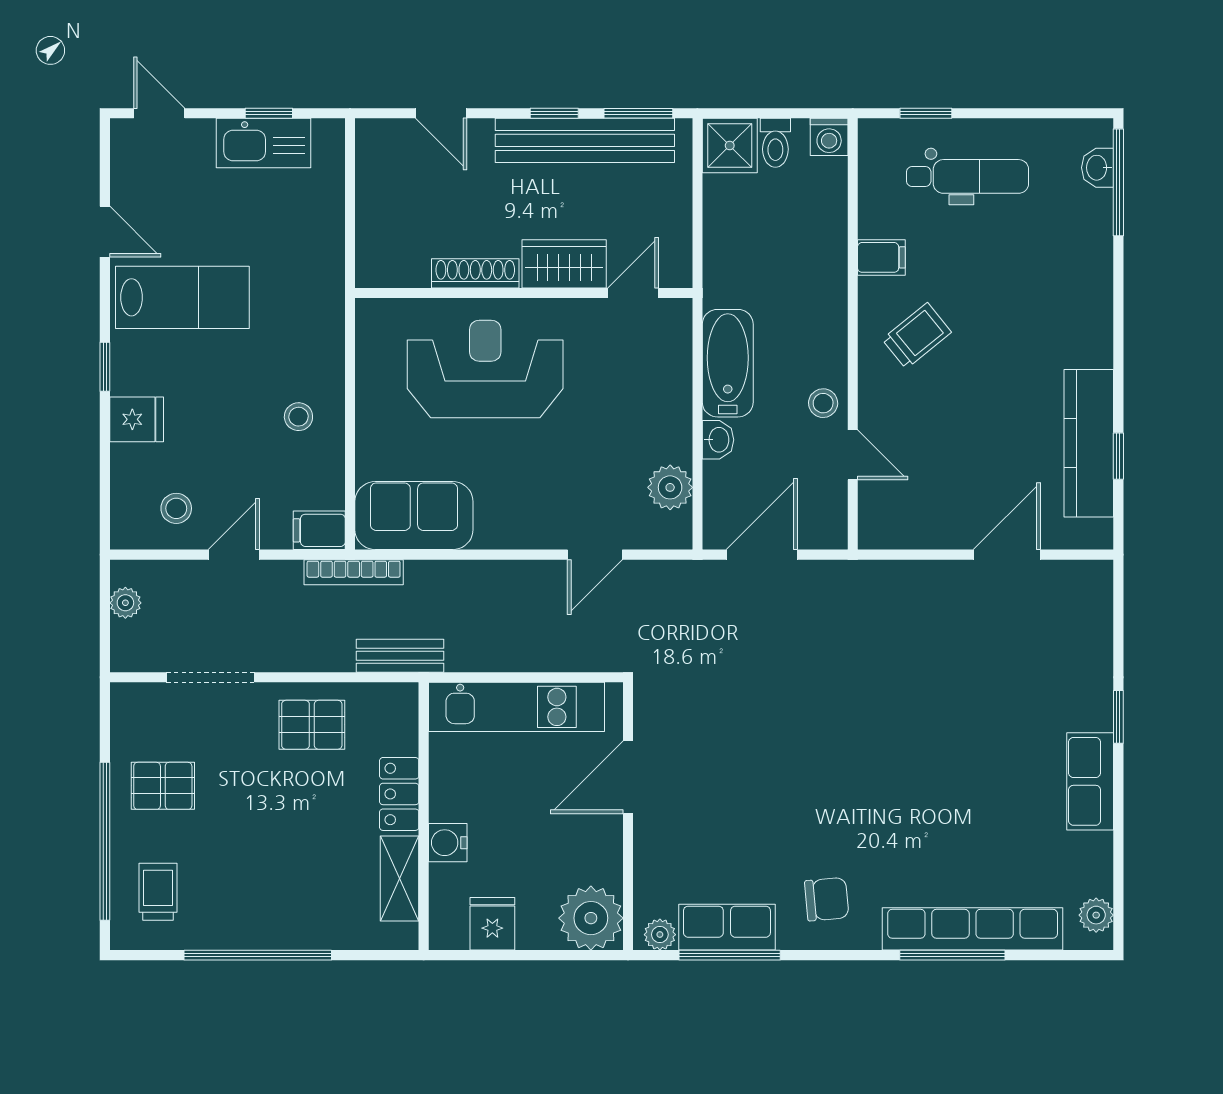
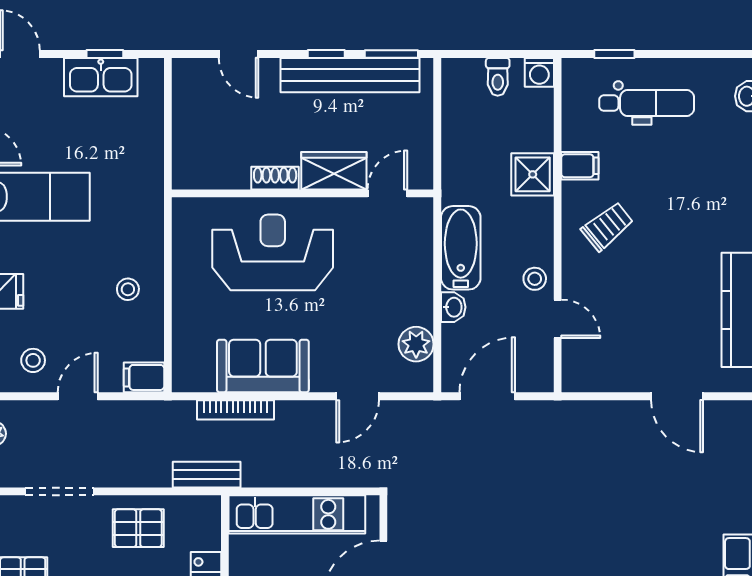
shower: (730, 146) -> (533, 174), moved
shoe rack: (475, 273) -> (275, 178), width x0.70
sofa: (414, 516) -> (263, 366), moved
door: (1007, 555) -> (677, 396), swing flipped
bookcase: (354, 572) -> (235, 410), moved

